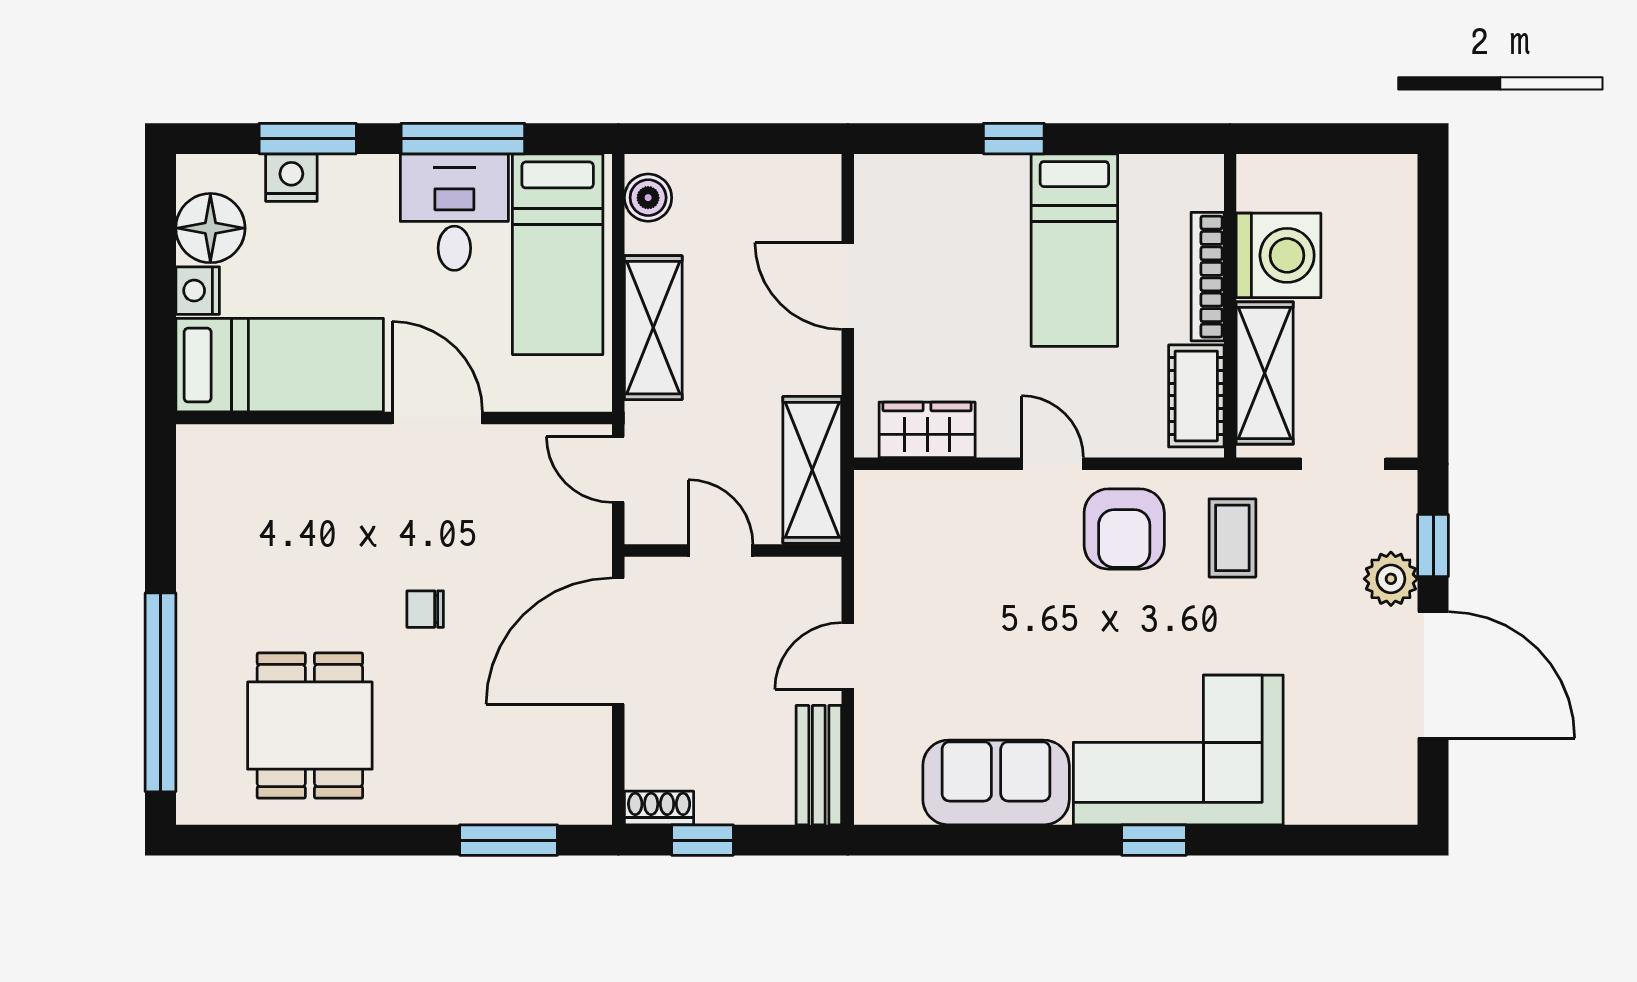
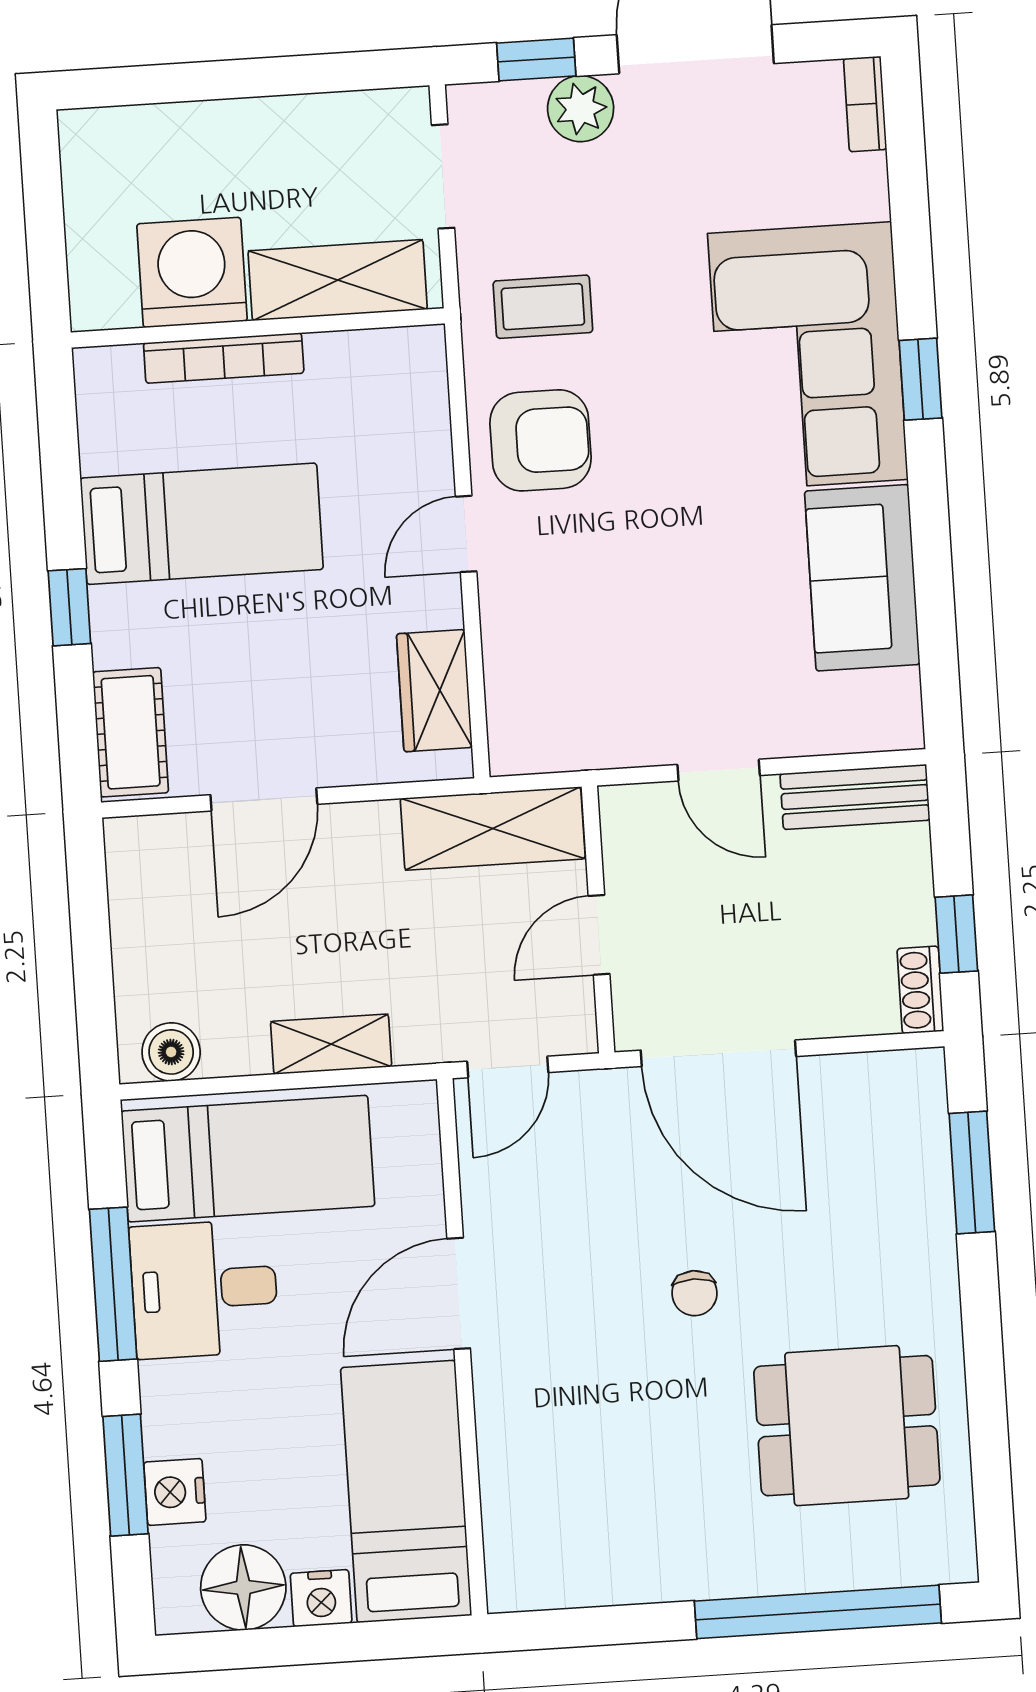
shelving: (653, 328) -> (331, 1044), width x0.67, depth x0.75
cot: (1196, 396) -> (131, 732), moved, turned 90
bookcase: (1380, 810) -> (865, 104), added

